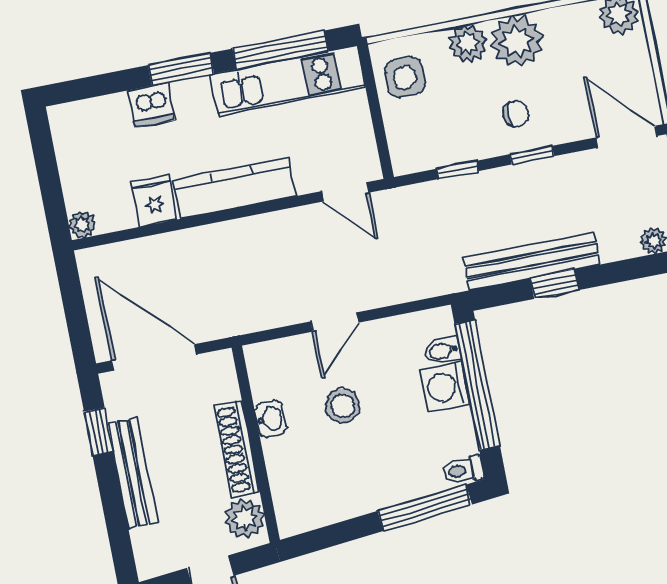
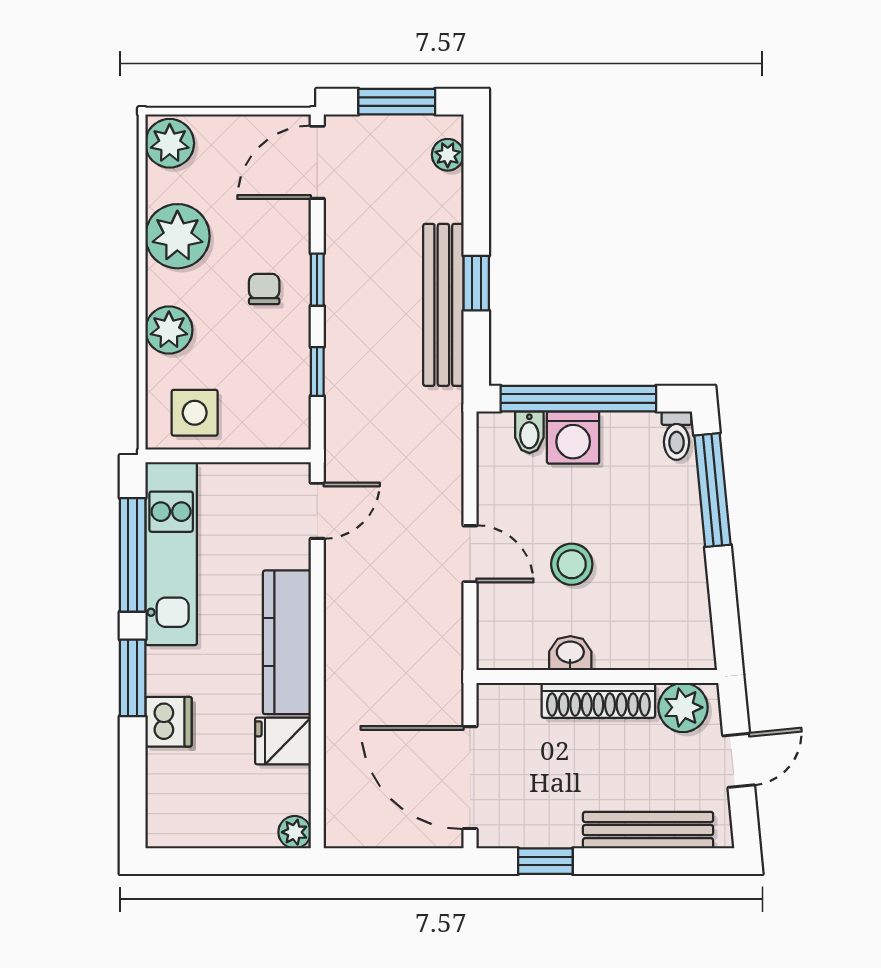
plant: (517, 41) -> (177, 236), moved
door: (154, 357) -> (470, 778), hinge flipped
bench: (133, 473) -> (648, 830), moved

